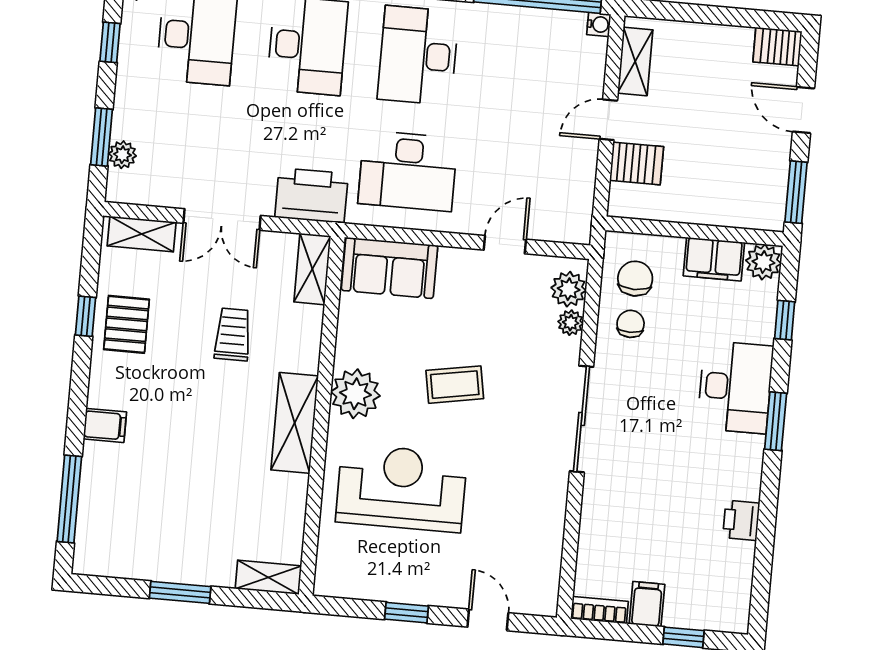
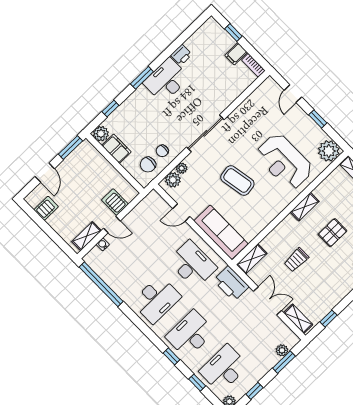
water cooler: (599, 24) -> (103, 244), moved
server rack: (777, 47) -> (46, 208), moved, turned -90
sofa: (390, 268) -> (221, 232), width x1.36
window: (86, 316) -> (328, 319), moved
pallet: (127, 324) -> (332, 233), moved
coffee table: (455, 385) -> (237, 181), width x1.36, depth x1.30
desk: (735, 387) -> (166, 80), moved
plant: (355, 394) -> (329, 151), moved
shelving: (295, 423) -> (305, 207), width x0.67, depth x0.75

